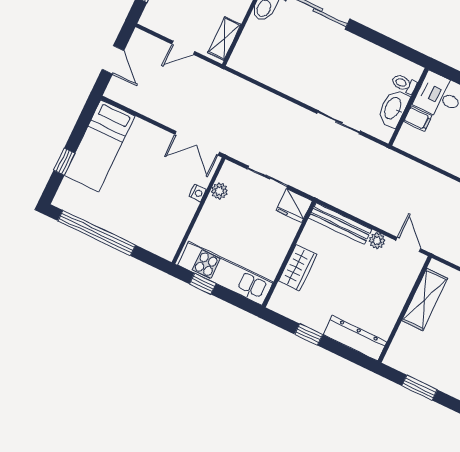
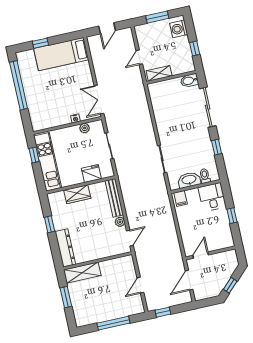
window: (379, 39) -> (217, 147), added
door: (183, 48) -> (139, 57), hinge flipped
filing cabinet: (418, 119) -> (181, 198), moved
fridge: (294, 206) -> (91, 174), moved, turned 90
shelving: (425, 300) -> (82, 273), moved

